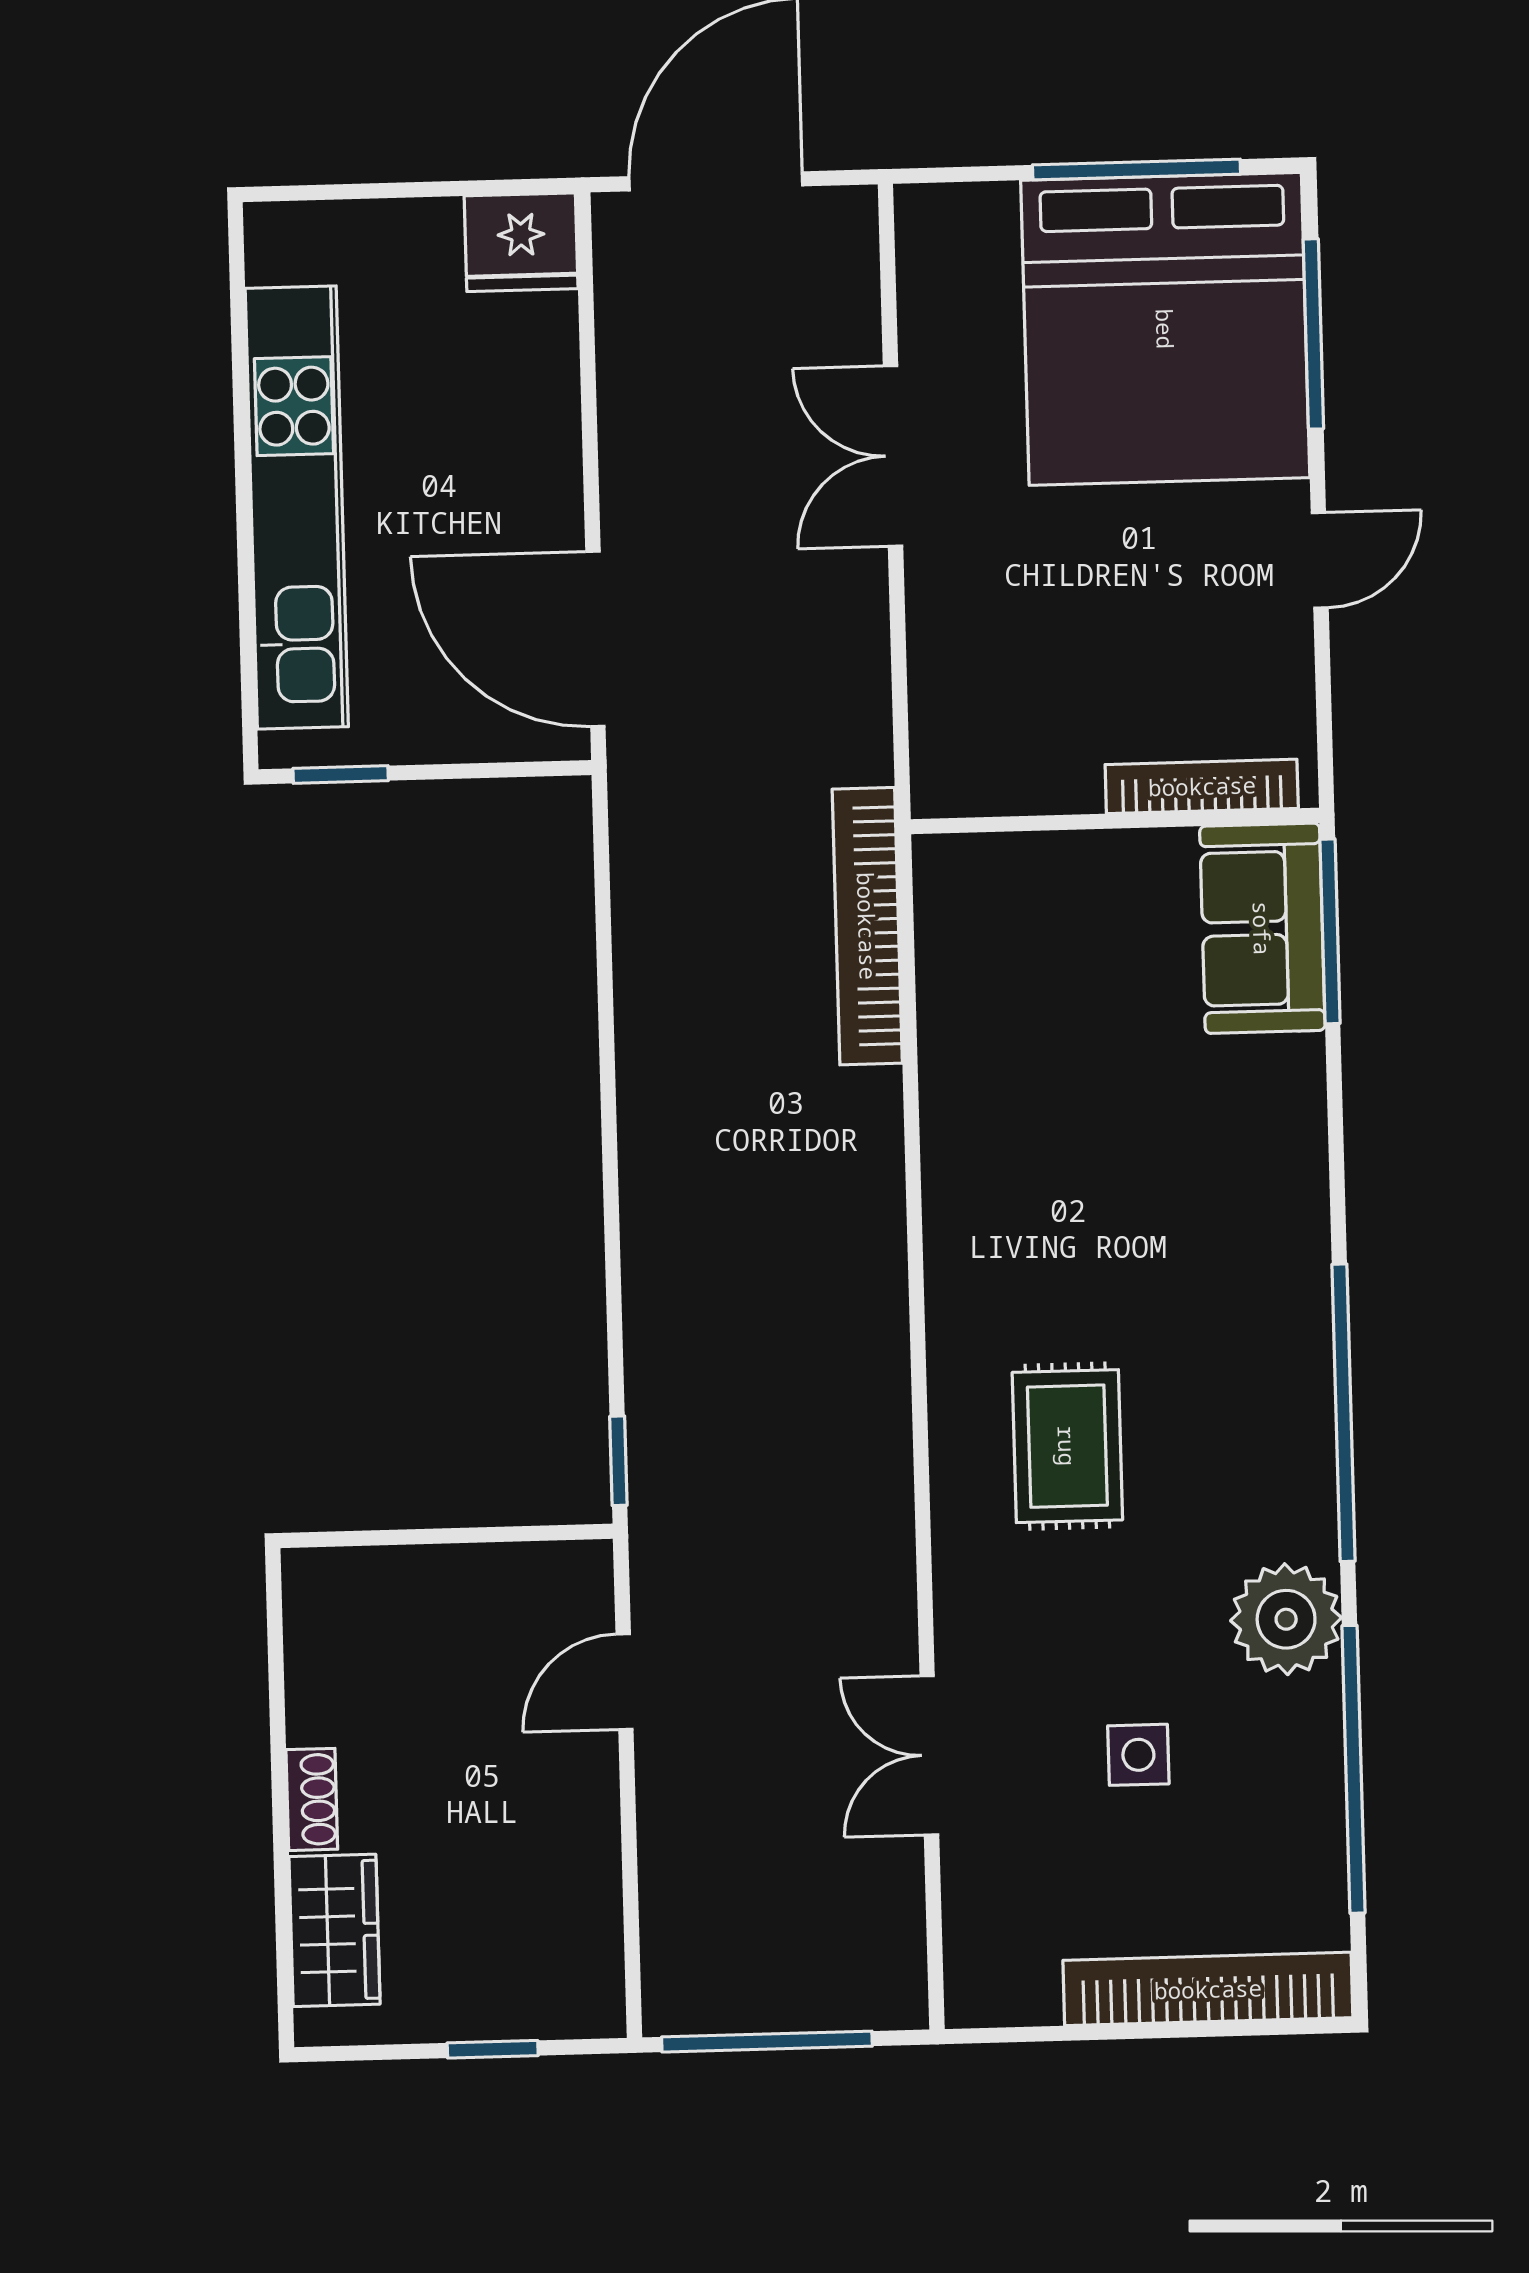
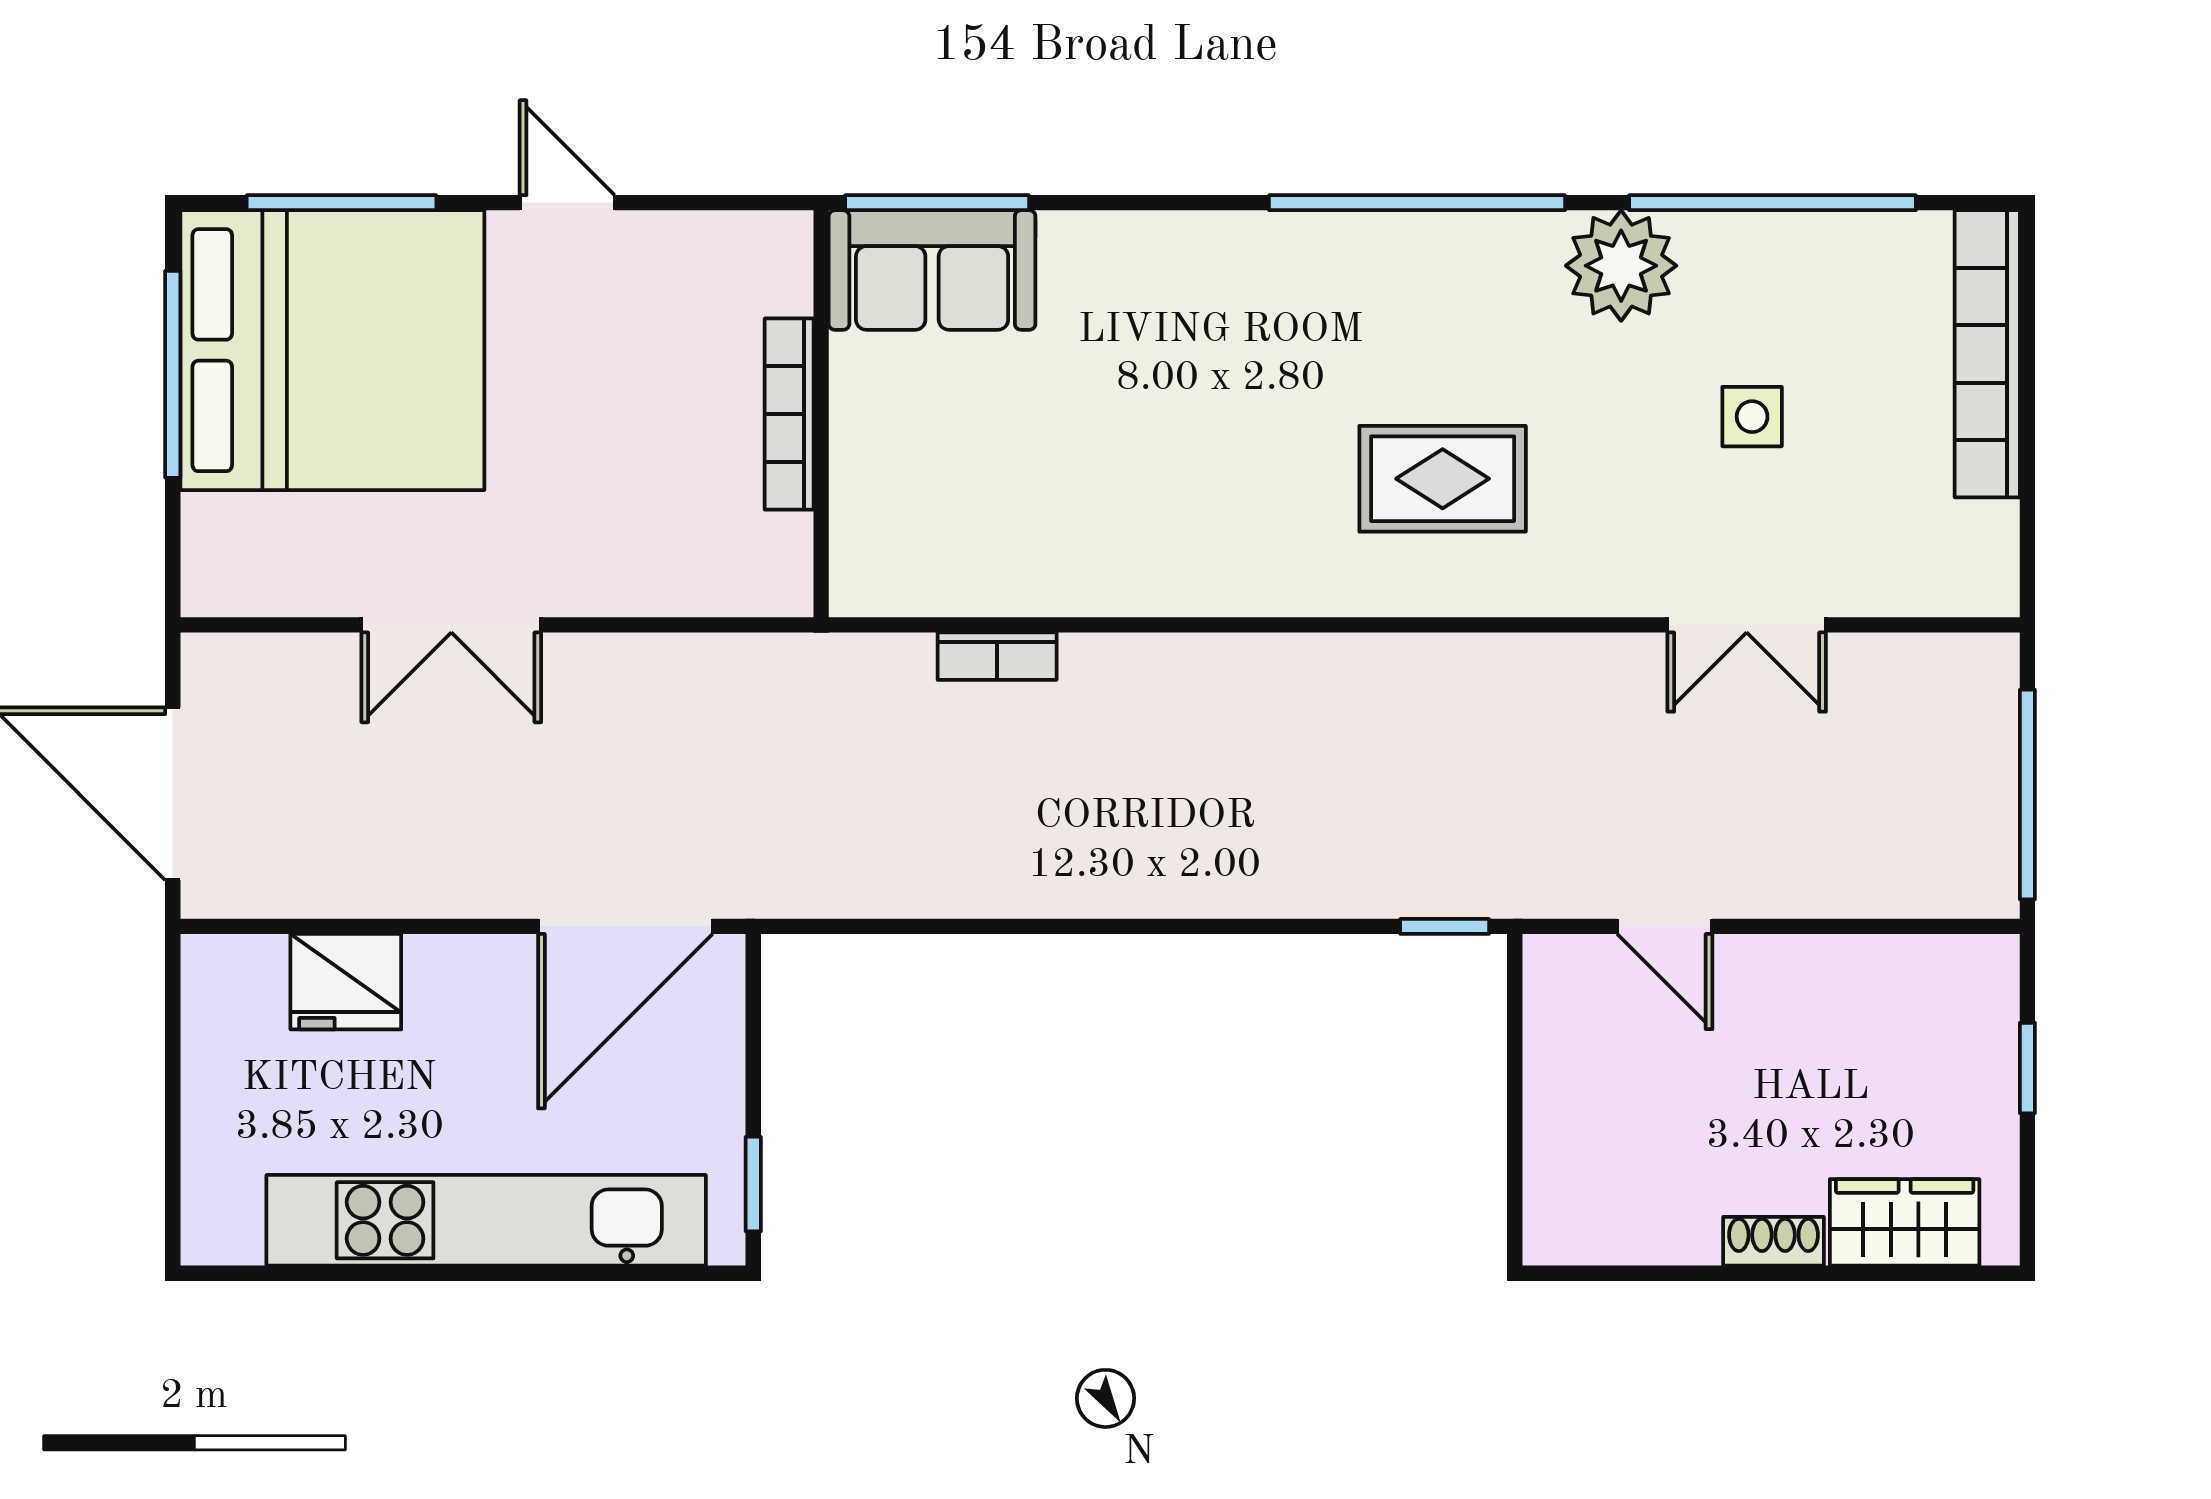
fridge: (521, 242) -> (346, 982), moved, turned 90
bookcase: (1202, 786) -> (789, 414), moved
bookcase: (867, 926) -> (997, 656), width x0.43, depth x0.76

